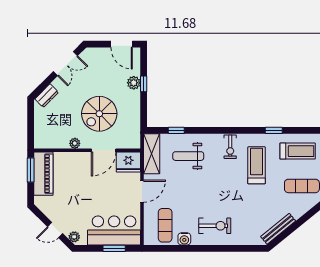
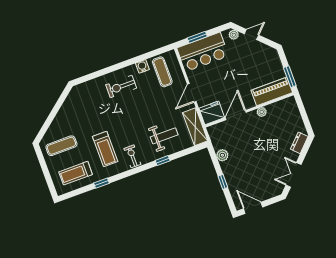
plant: (134, 83) -> (222, 155), moved
spiral stairs: (99, 114) -> (250, 144), removed
window: (176, 130) -> (163, 161), moved
piano: (43, 174) -> (272, 91), moved, turned 90
bench: (278, 229) -> (68, 103), removed

